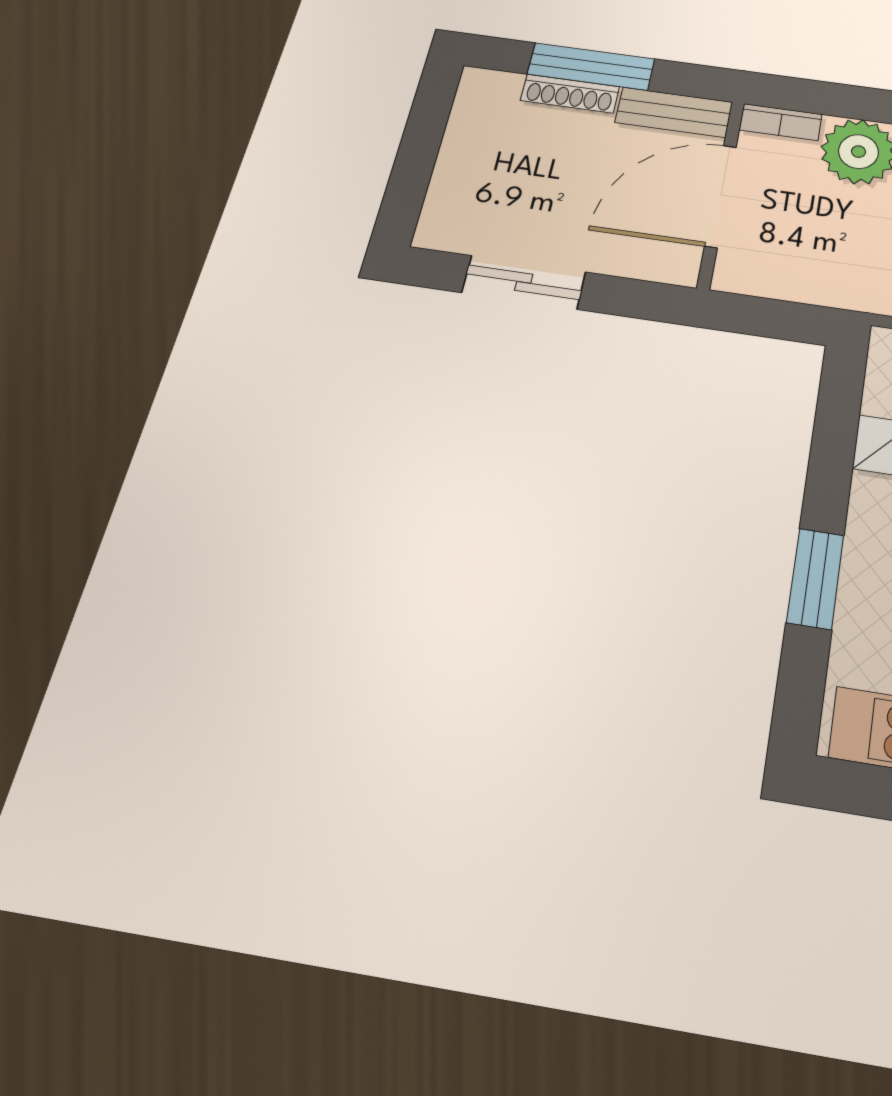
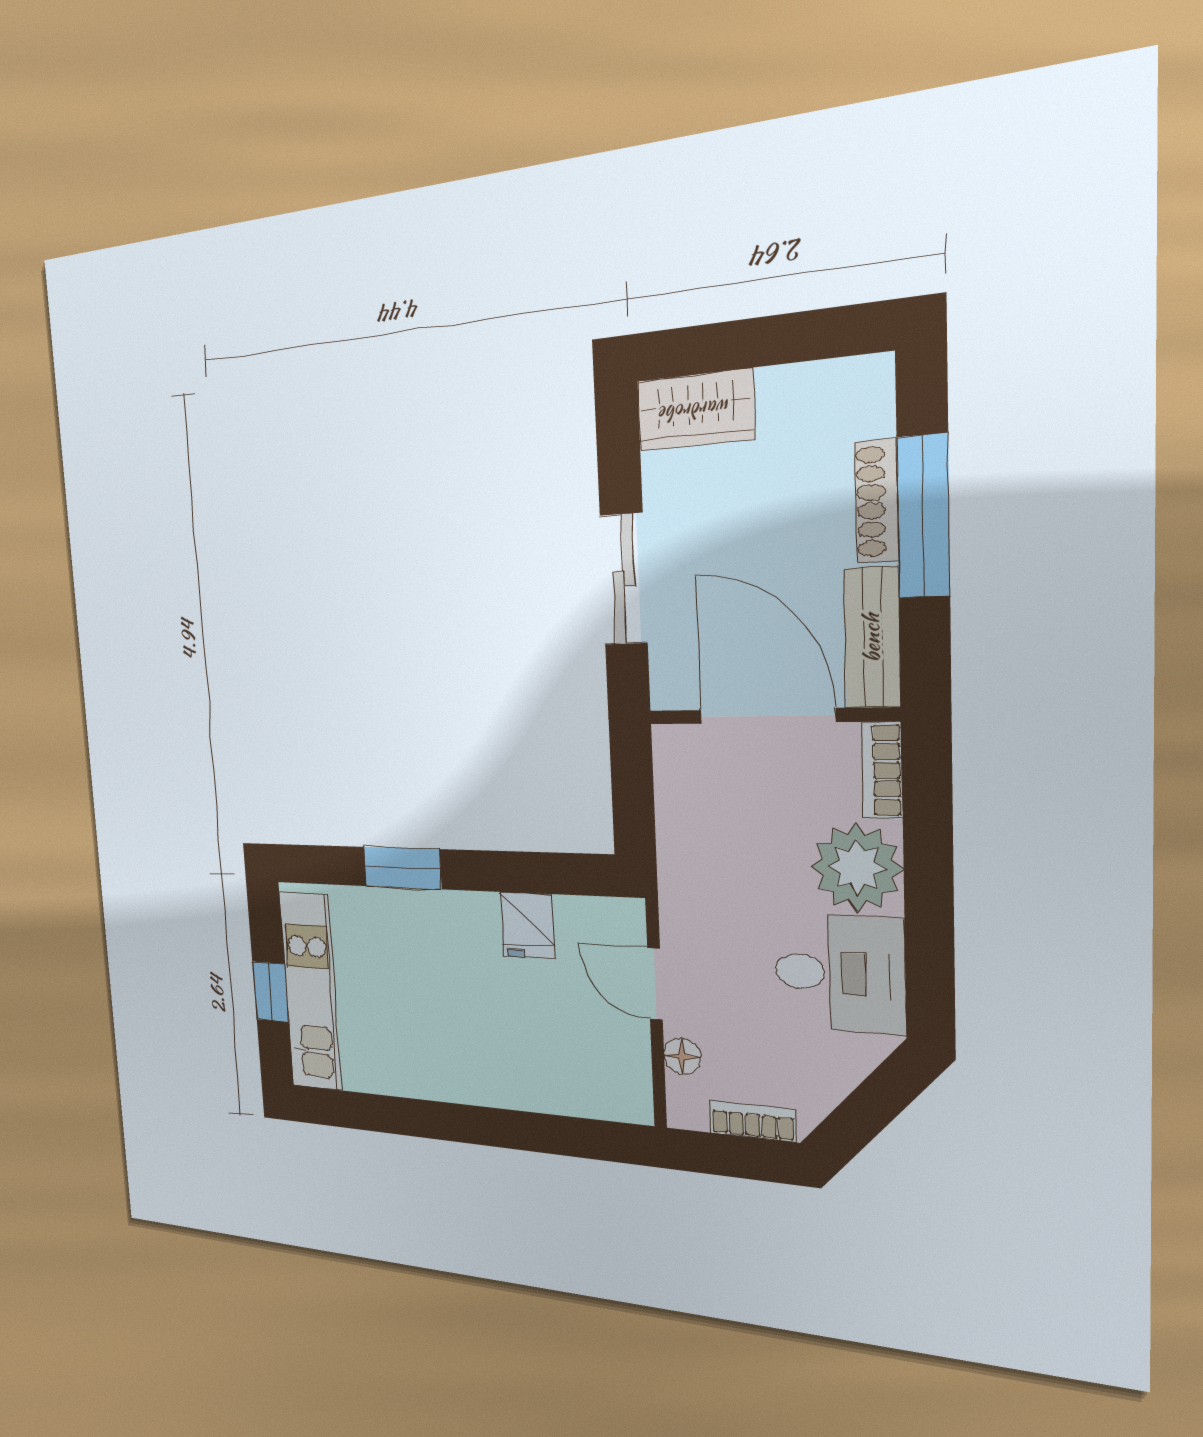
wardrobe: (451, 206) -> (695, 410), added
sliding door: (524, 282) -> (624, 579), moved

